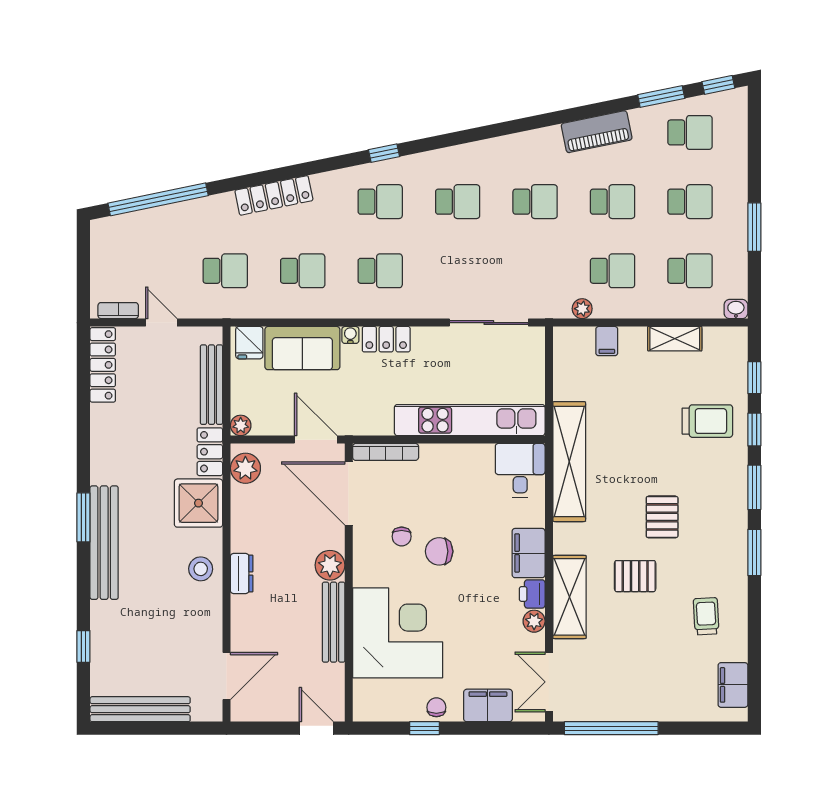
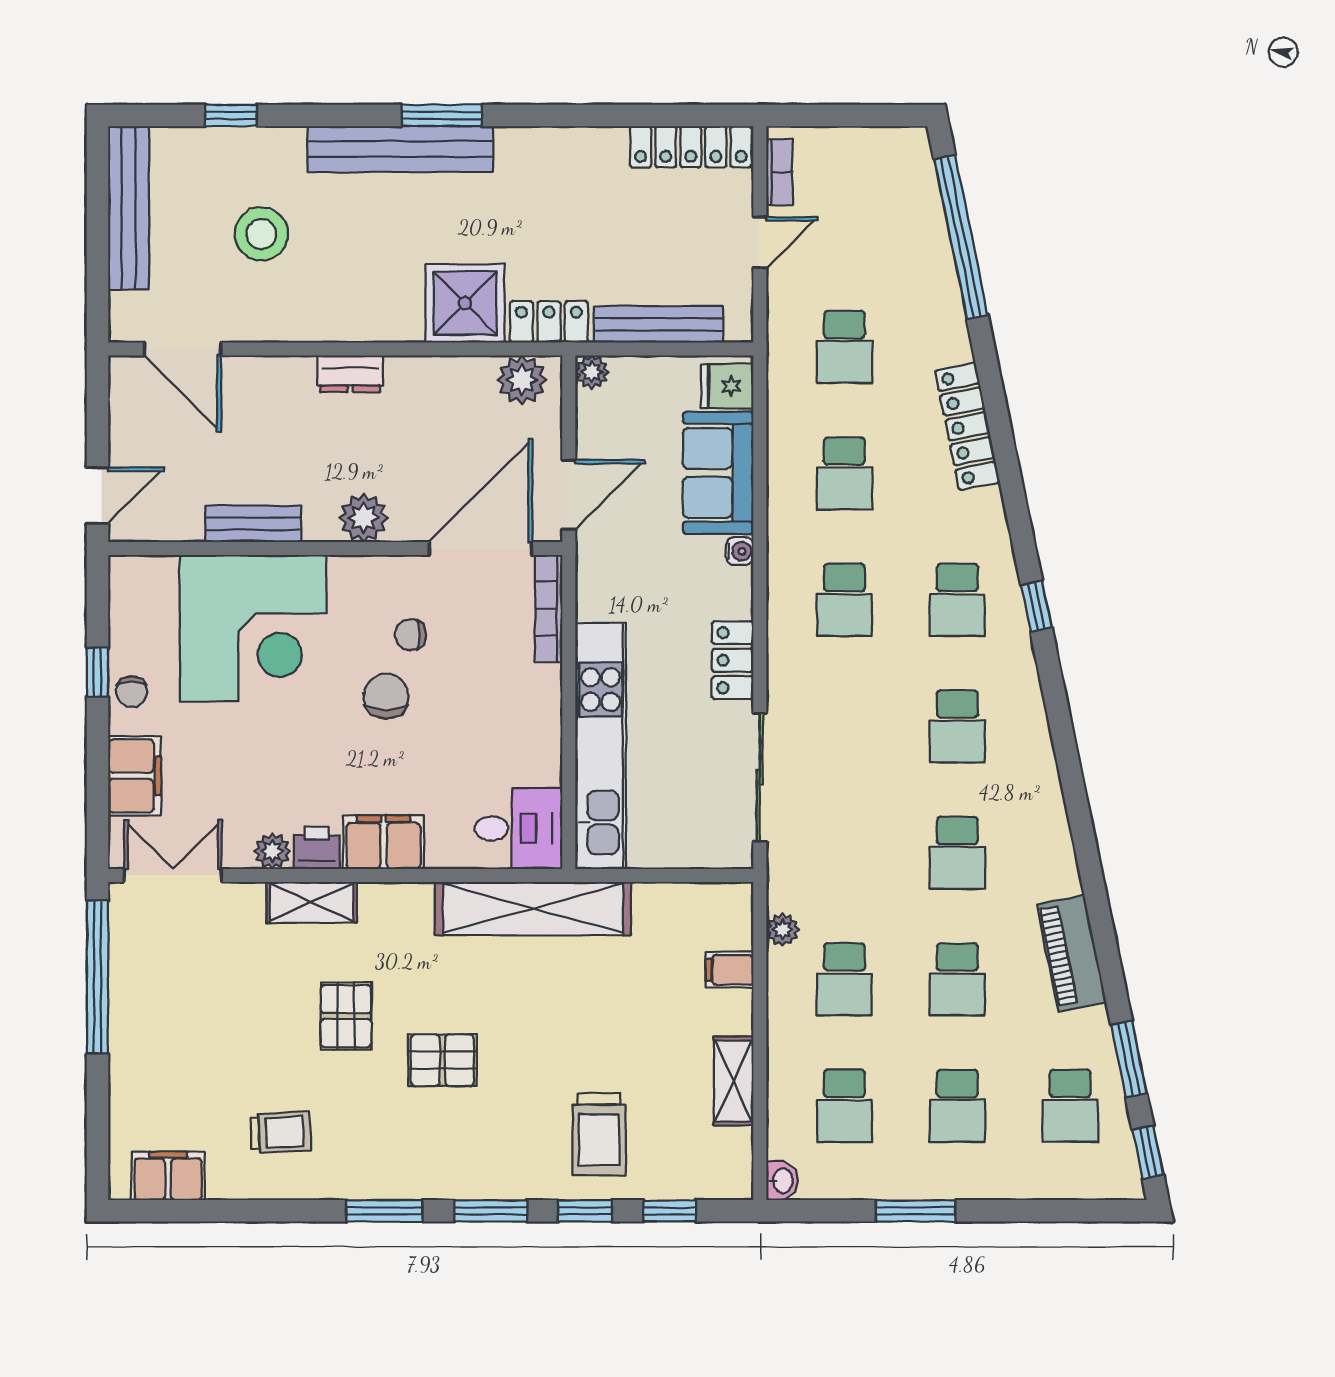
locker: (386, 339) -> (733, 660), moved
stool: (201, 569) -> (261, 234), moved, width x1.38, depth x1.38
shelving: (569, 597) -> (312, 902), width x0.67, depth x0.75
bench: (334, 622) -> (253, 524), width x0.73
chair: (436, 707) -> (132, 692), turned 90

